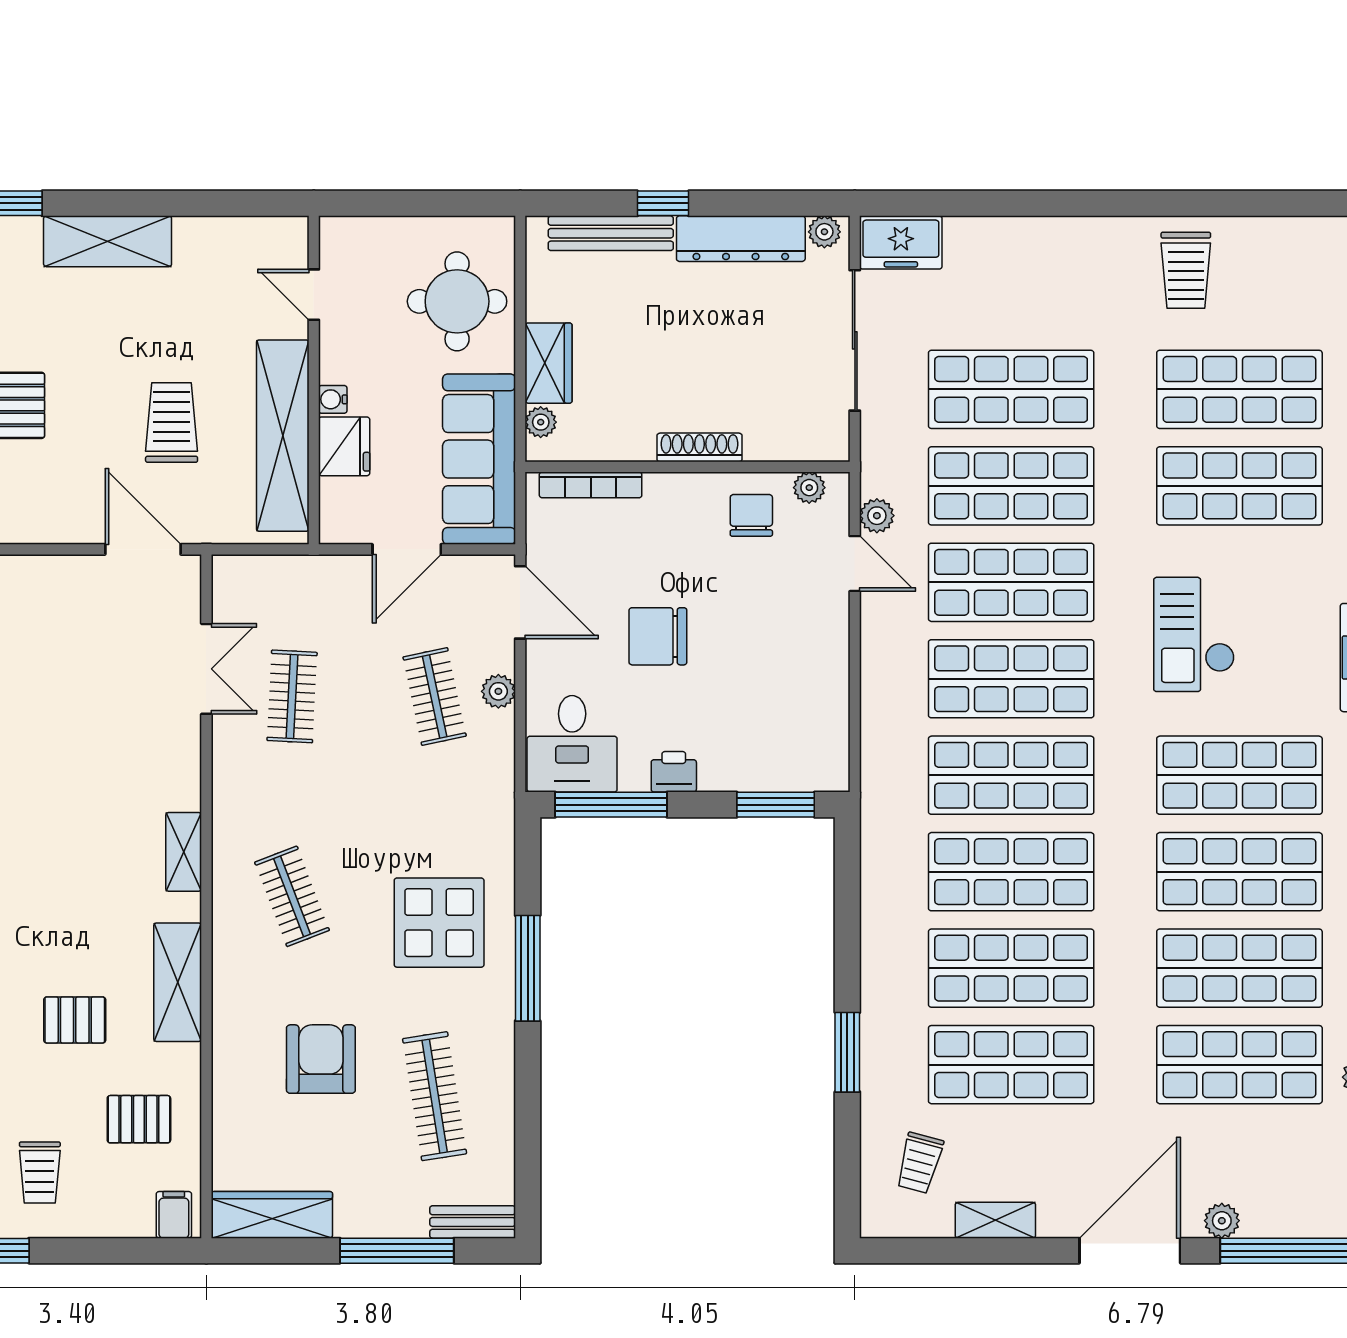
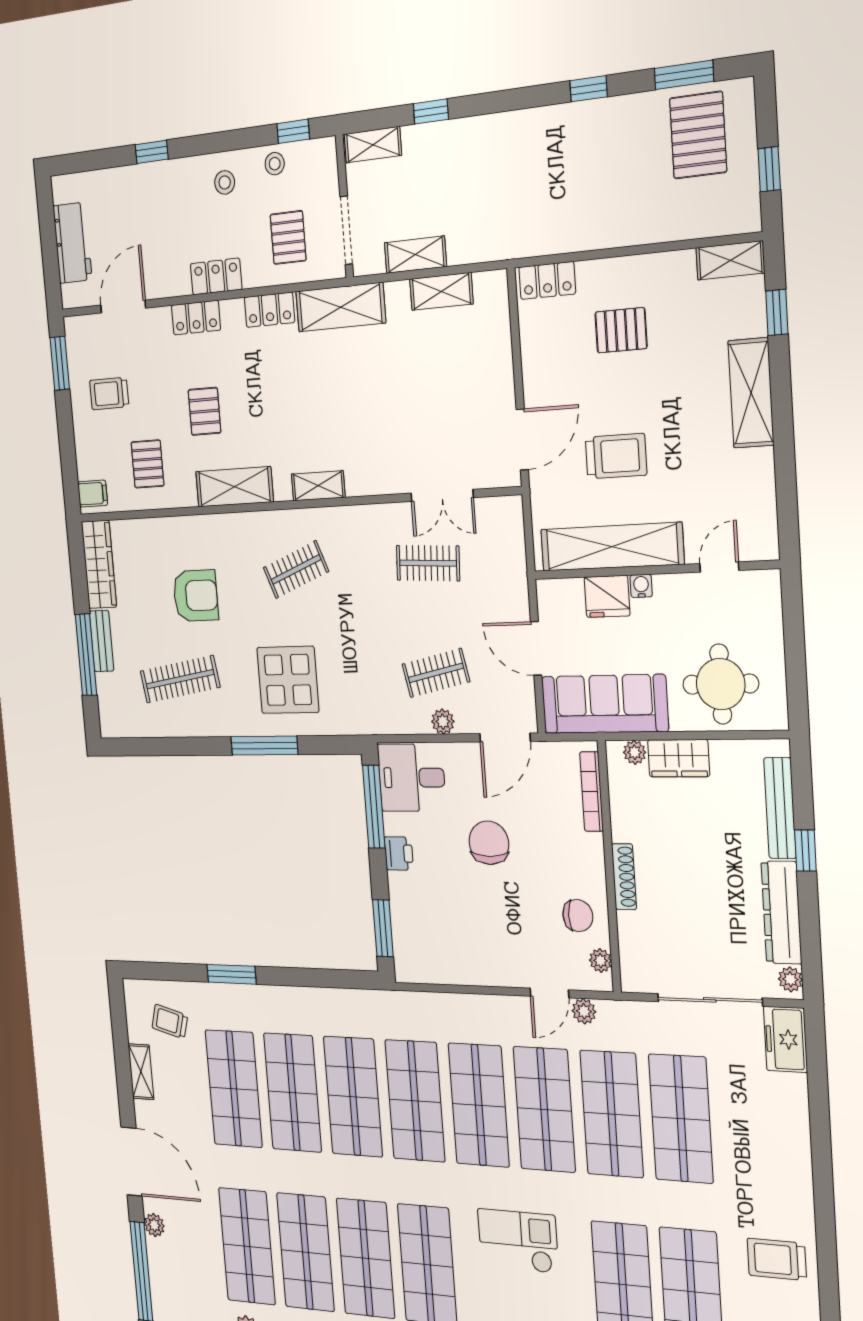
bench: (473, 1222) -> (102, 641), moved

